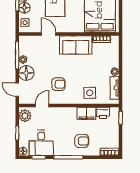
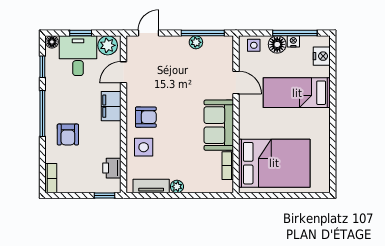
door: (49, 34) -> (236, 83), hinge flipped
floor lamp: (26, 73) -> (175, 47), removed
armchair: (58, 84) -> (146, 117), moved, turned -90
door: (42, 106) -> (124, 72), swing flipped
filing cabinet: (86, 113) -> (111, 106), moved
desk: (41, 143) -> (78, 56), moved, turned 90

